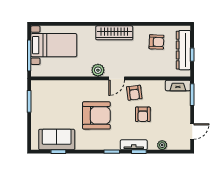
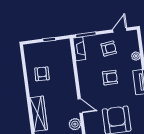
dresser: (183, 50) -> (46, 48), removed
armchair: (134, 93) -> (109, 49), moved
door: (192, 131) -> (120, 30), hinge flipped

